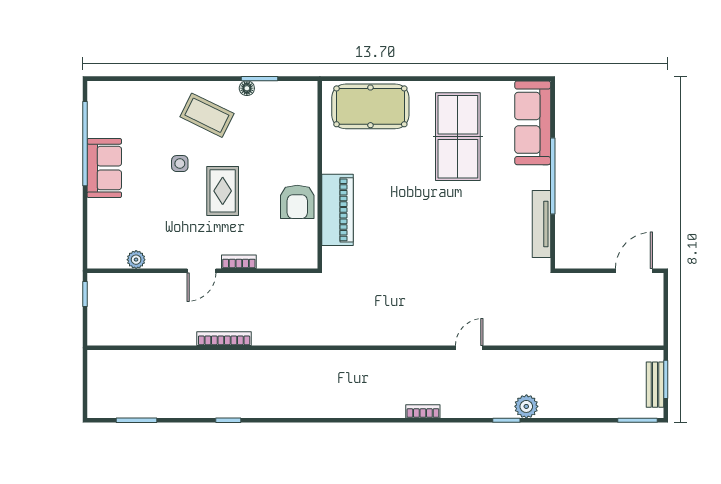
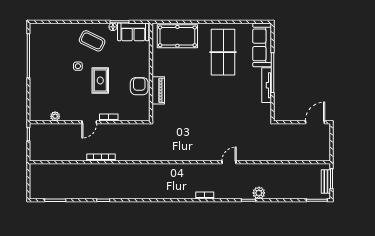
sofa: (104, 168) -> (133, 32), moved, turned 90
armchair: (297, 202) -> (139, 86), turned 180
piano: (338, 210) -> (158, 90), width x0.73, depth x0.75
tv unit: (541, 224) -> (267, 85), moved

